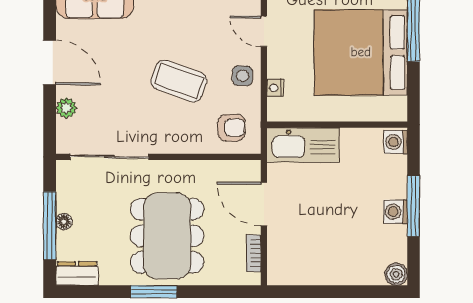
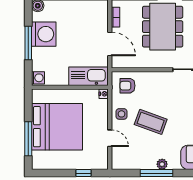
coffee table: (179, 81) -> (151, 122), moved
nightstand: (275, 88) -> (104, 94), moved
washing machine: (395, 212) -> (44, 34), width x1.89, depth x1.89

